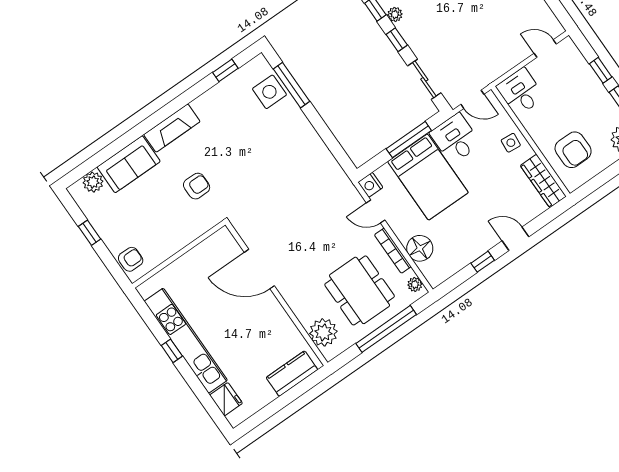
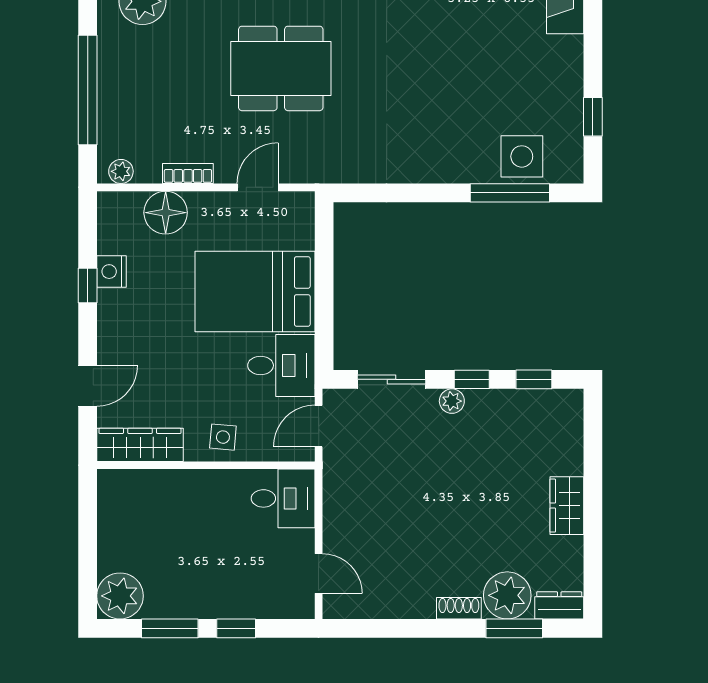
plant: (395, 14) -> (452, 401), moved
door: (545, 49) -> (319, 574), hinge flipped
window: (409, 140) -> (324, 301), removed
armchair: (573, 150) -> (154, 515), removed
nightstand: (370, 185) -> (111, 272), moved, turned -90
door: (516, 239) -> (88, 386), moved
bookcase: (393, 251) -> (188, 174), width x0.64
dining table: (360, 290) -> (281, 68), moved

